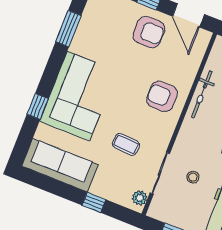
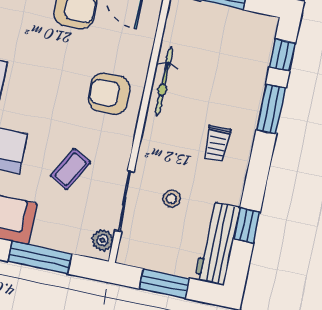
coffee table: (126, 144) -> (71, 169), turned -64
window: (94, 202) -> (40, 258), width x2.17

